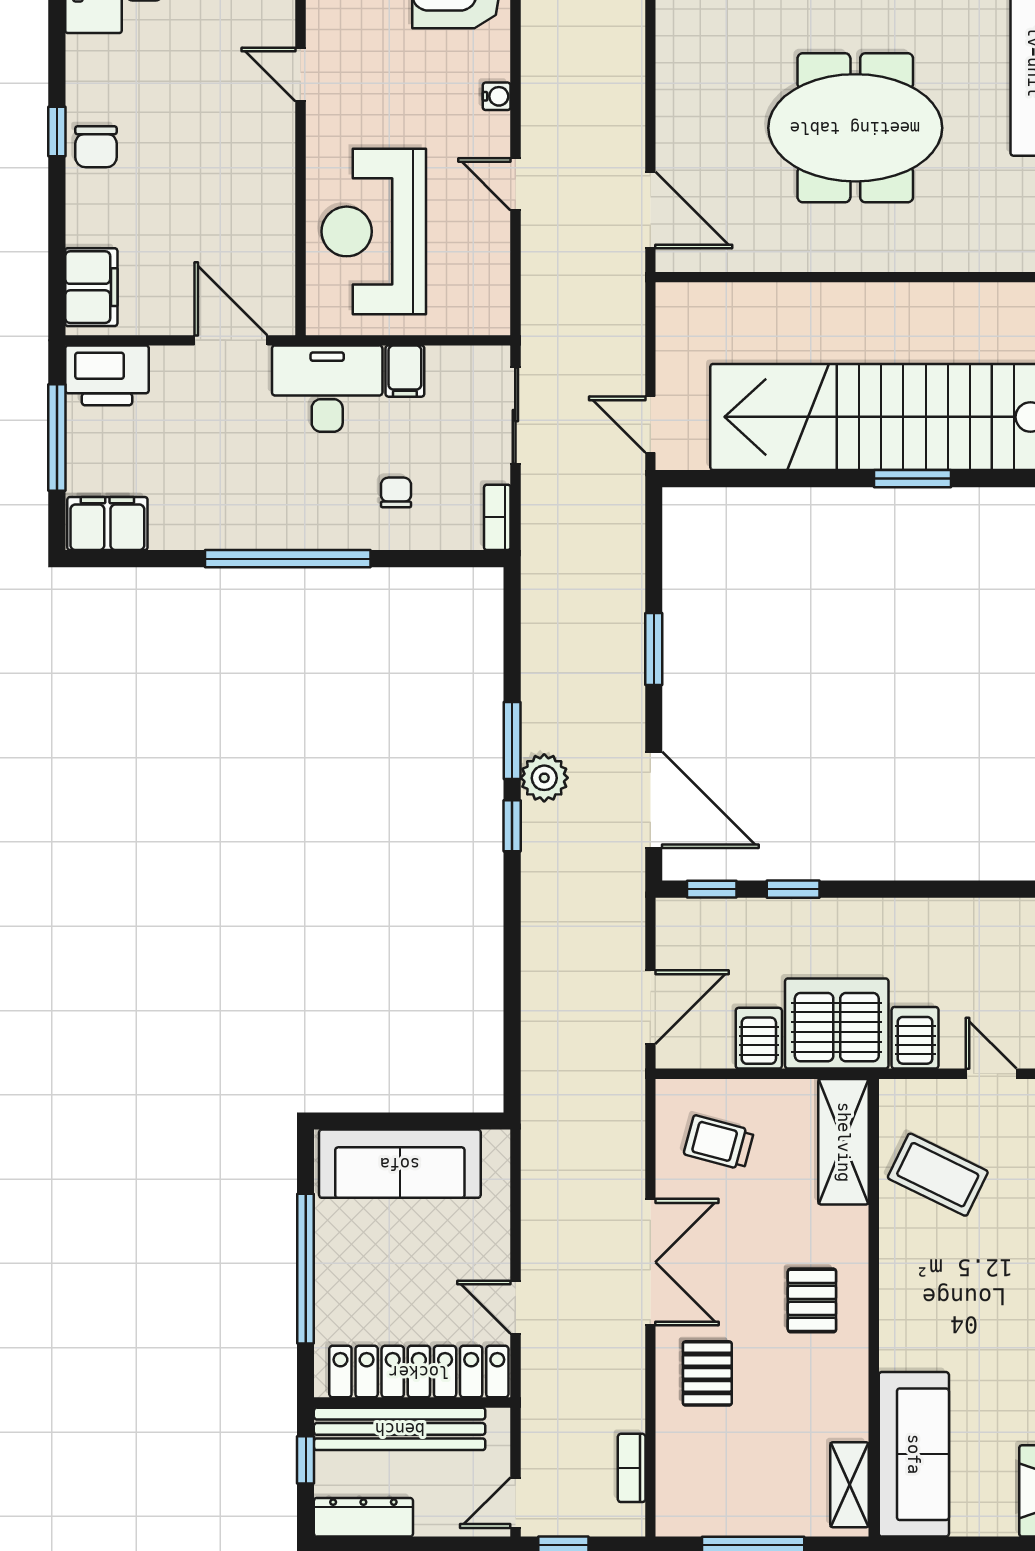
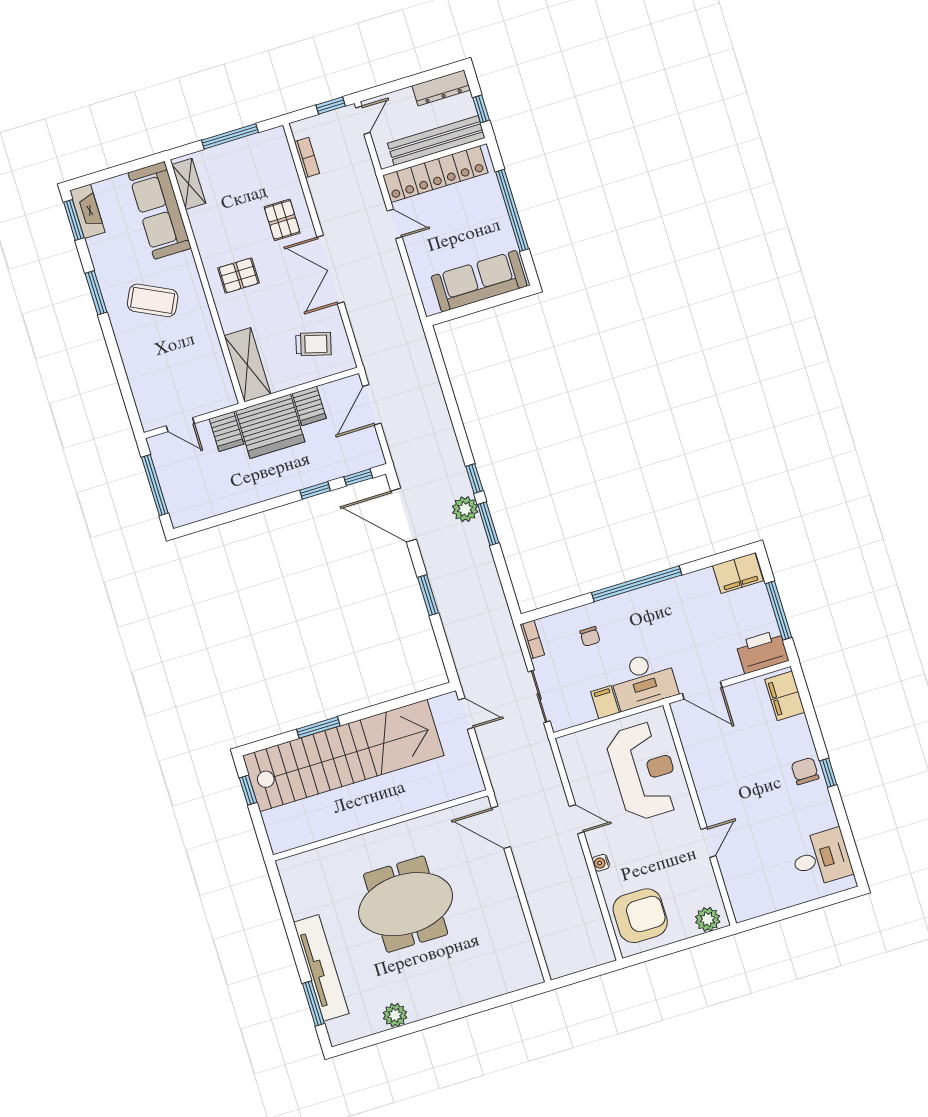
door: (300, 74) -> (708, 843), hinge flipped
coffee table: (938, 1175) -> (153, 300), moved
pallet: (812, 1300) -> (238, 275), turned 90

